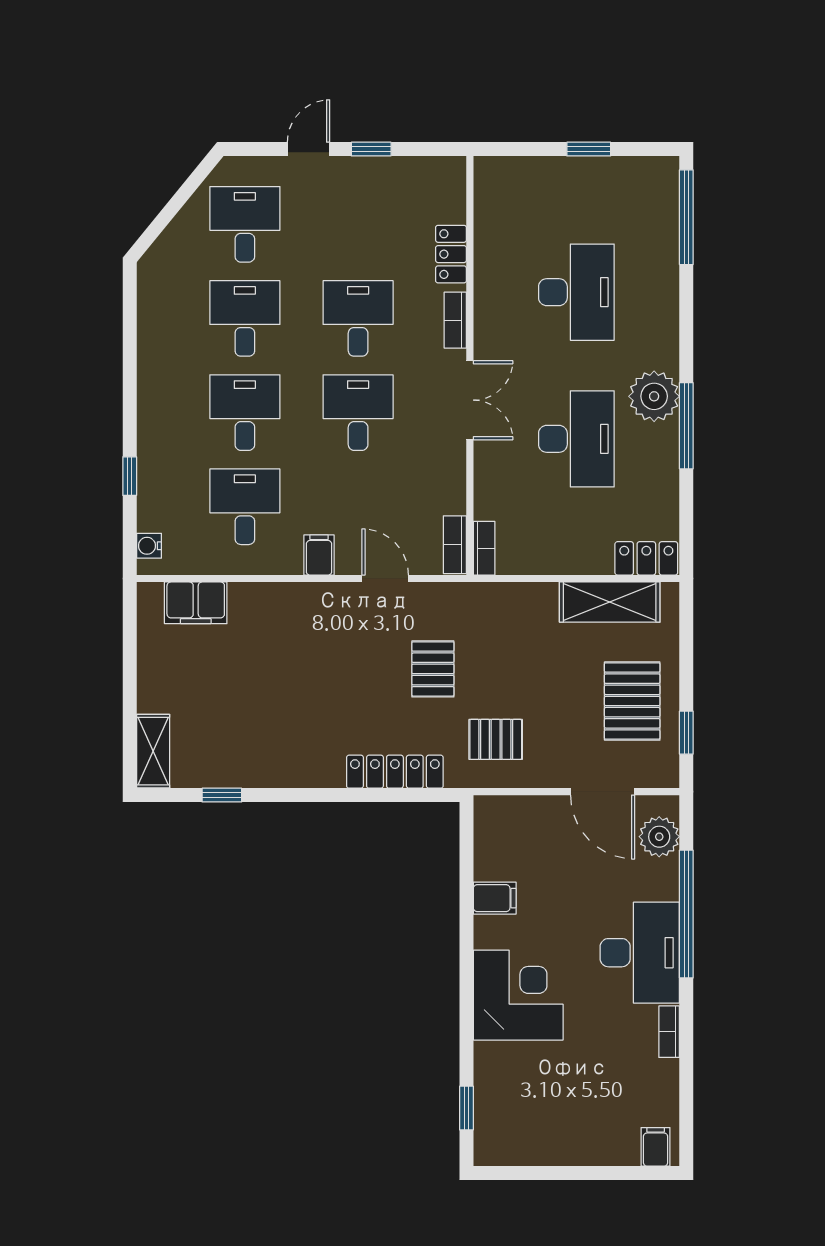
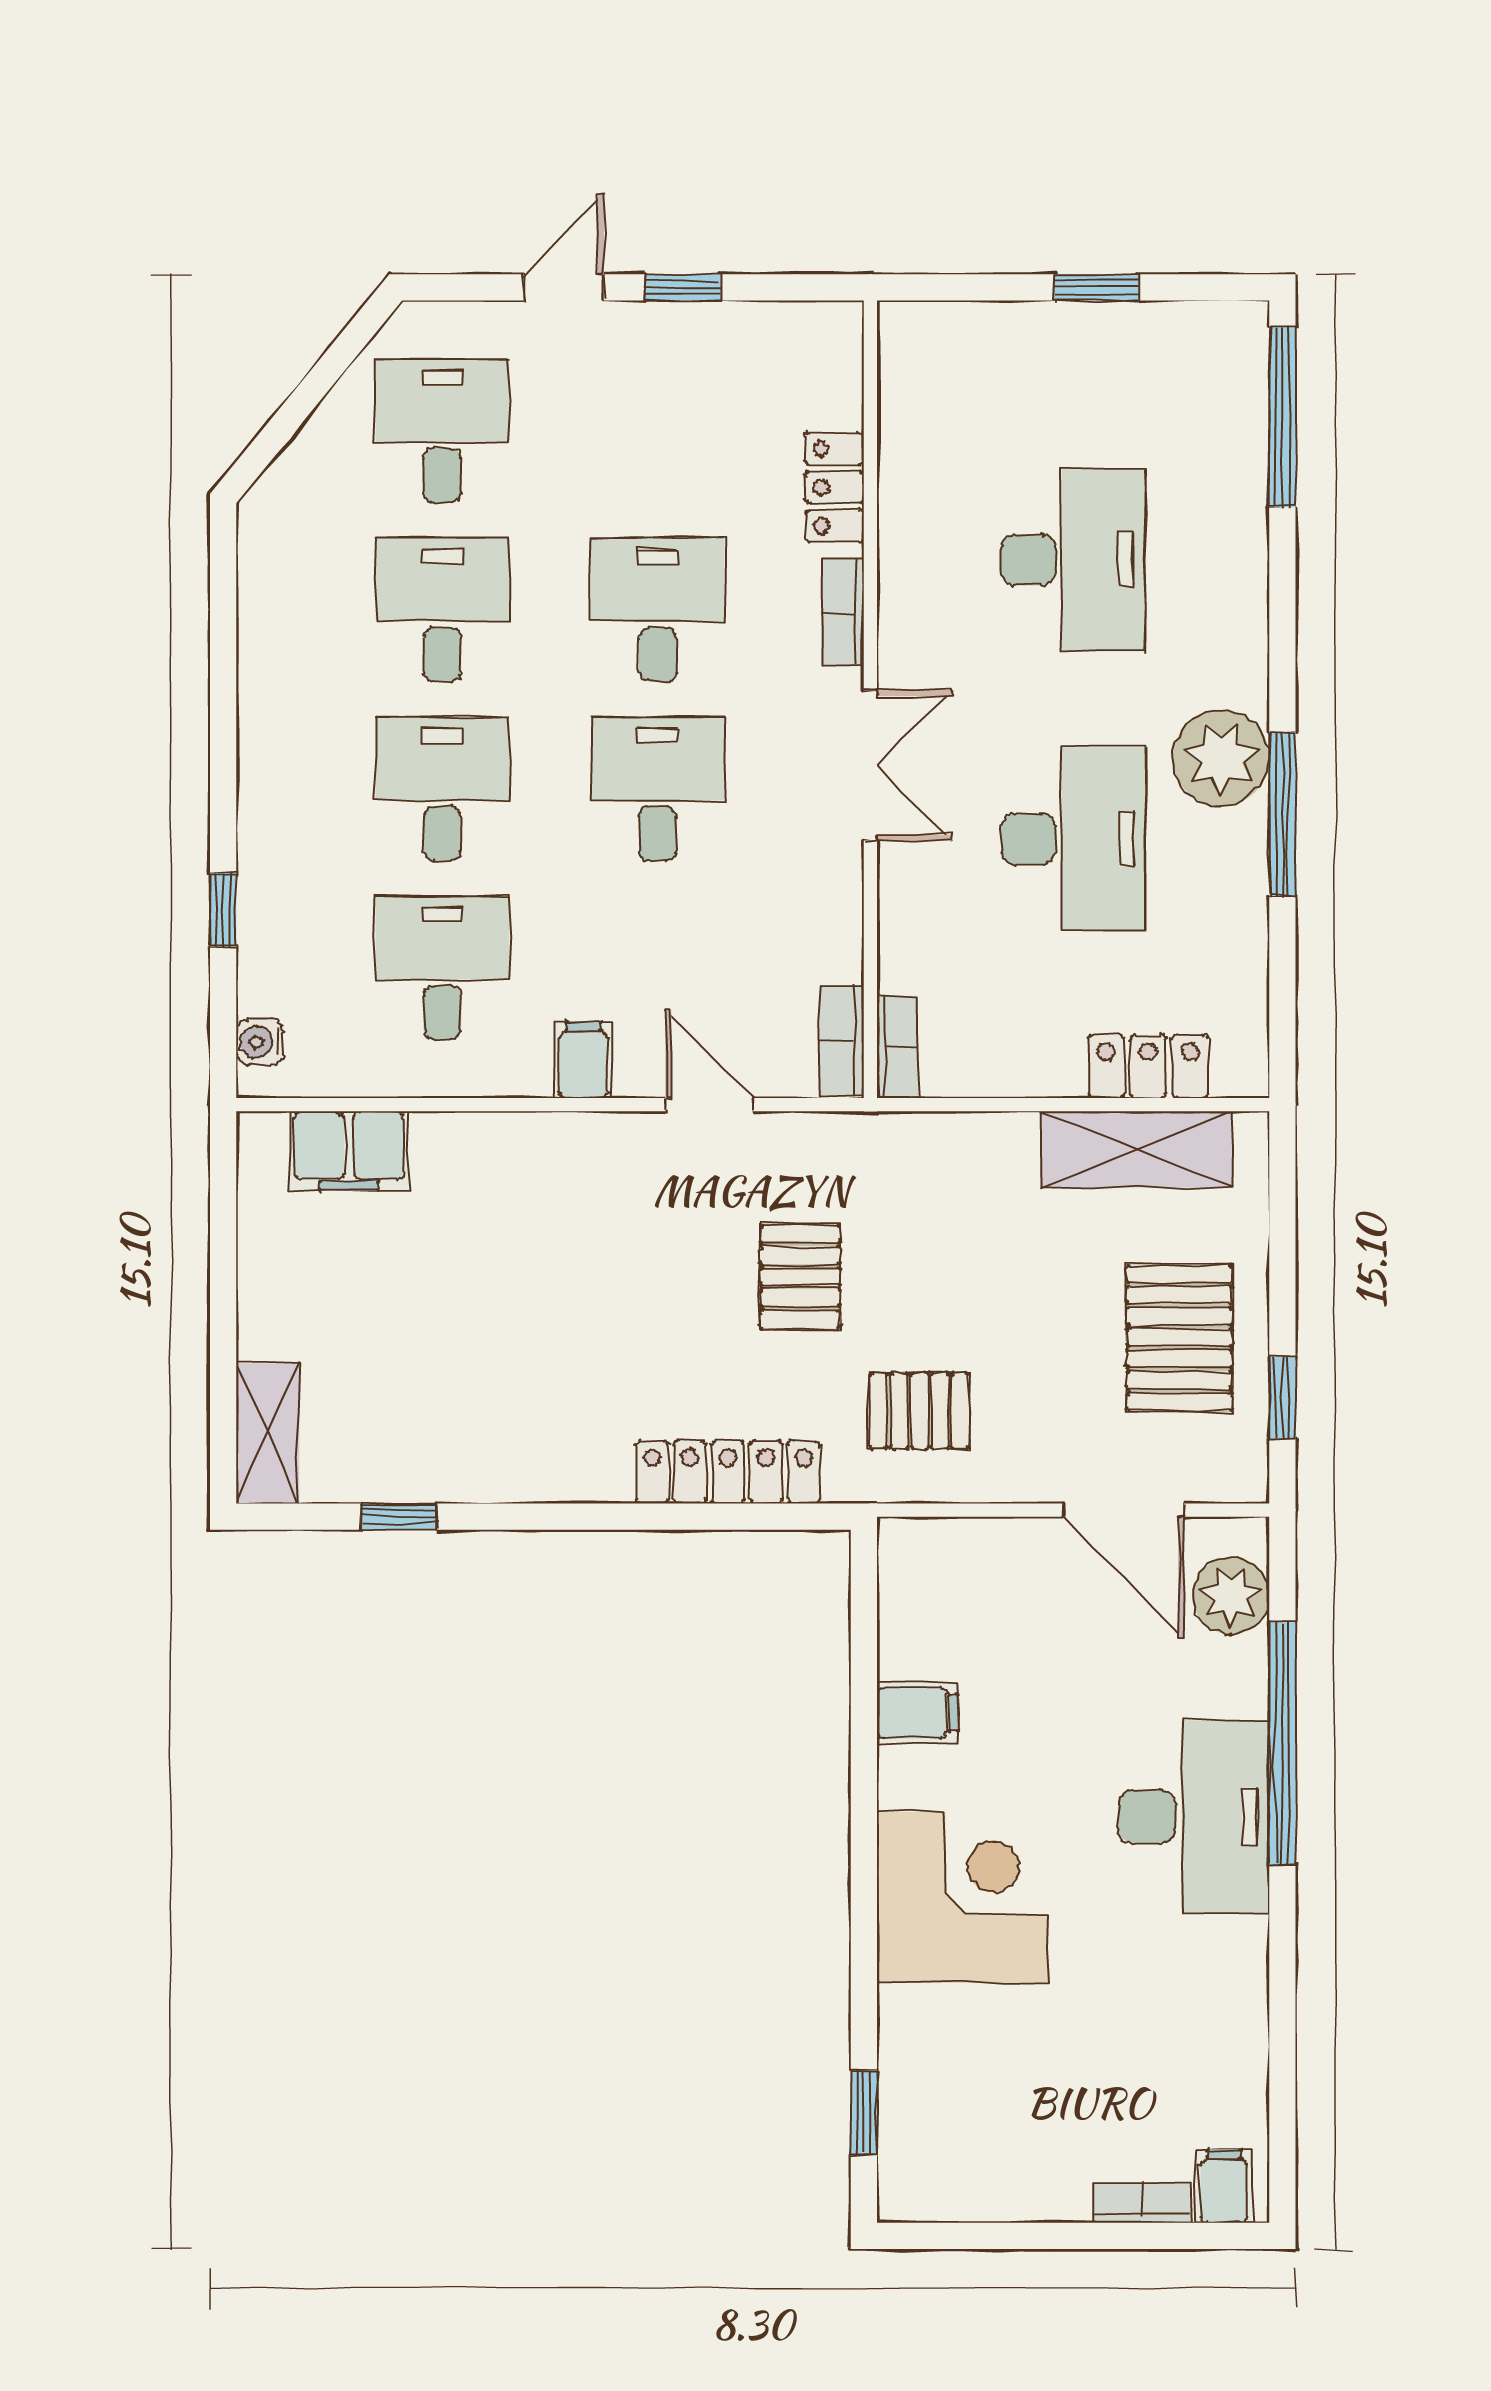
locker: (646, 558) -> (1148, 1066), moved
bookcase: (669, 1032) -> (1142, 2203), moved, turned 90

